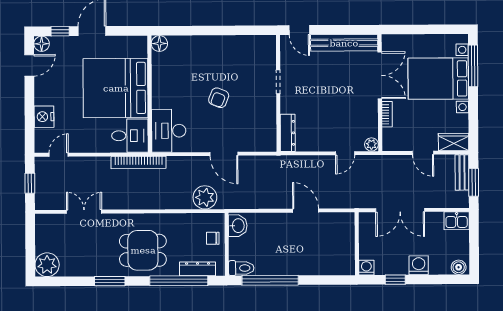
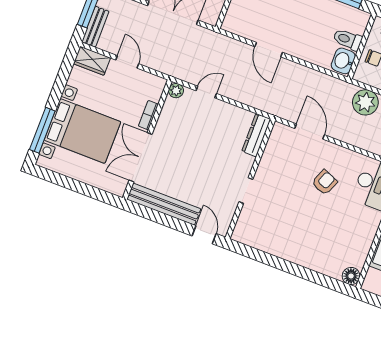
armchair: (219, 98) -> (325, 182), moved
door: (224, 154) -> (310, 132), moved
toilet: (241, 268) -> (348, 40), moved

